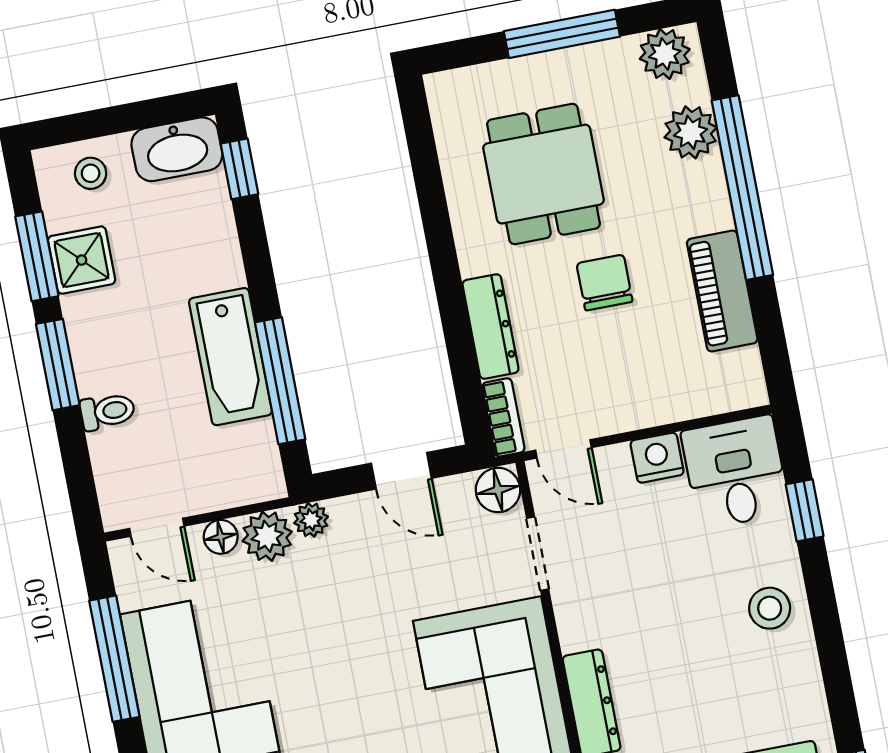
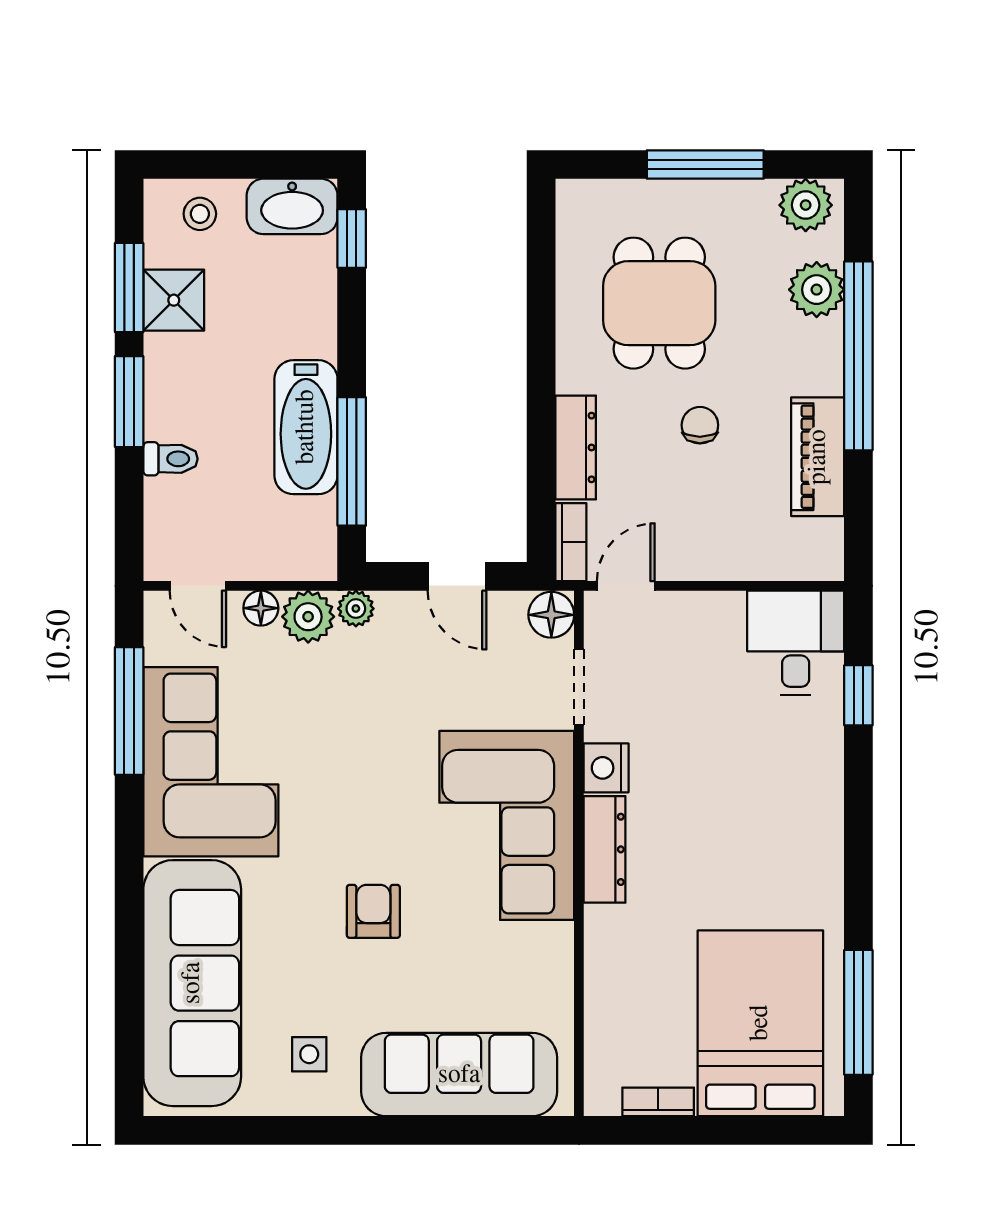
chair: (605, 283) -> (700, 425), width x0.73, depth x0.73
door: (563, 449) -> (626, 586), swing flipped
nightstand: (657, 458) -> (606, 768), moved, turned -90
stool: (770, 608) -> (804, 788), removed

